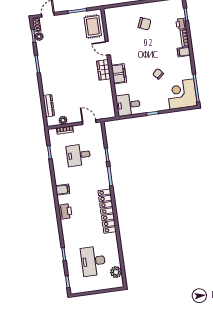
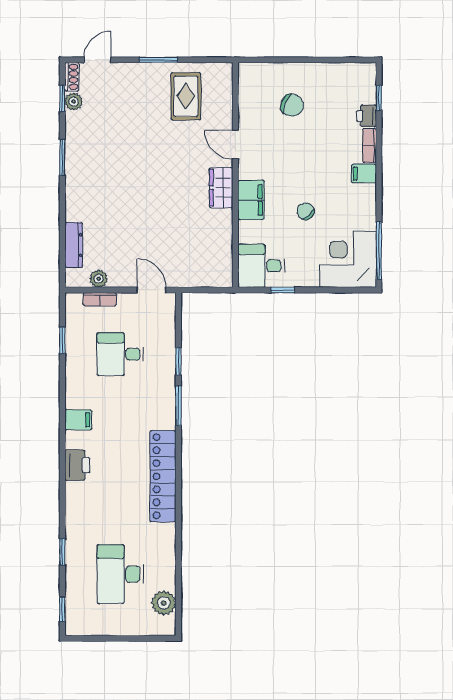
door: (108, 48) -> (235, 145), moved
wall: (110, 63) -> (235, 175), moved
wardrobe: (104, 70) -> (221, 188), moved
filing cabinet: (119, 74) -> (251, 200), moved
desk: (128, 105) -> (261, 266), moved

